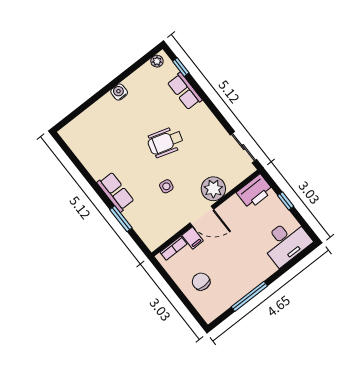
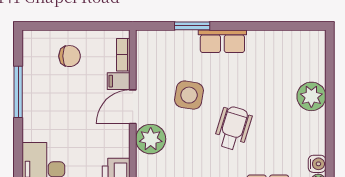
water cooler: (119, 92) -> (317, 164), moved
plant: (106, 108) -> (311, 96), added
side table: (166, 186) -> (189, 95), width x1.87, depth x1.87

